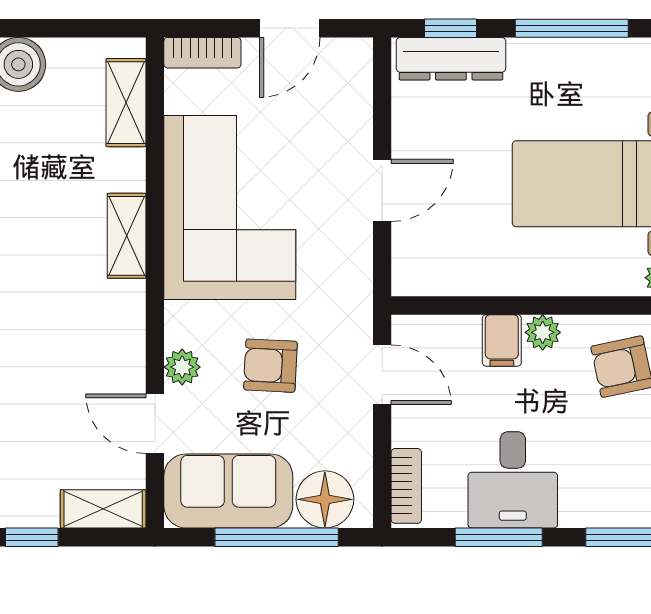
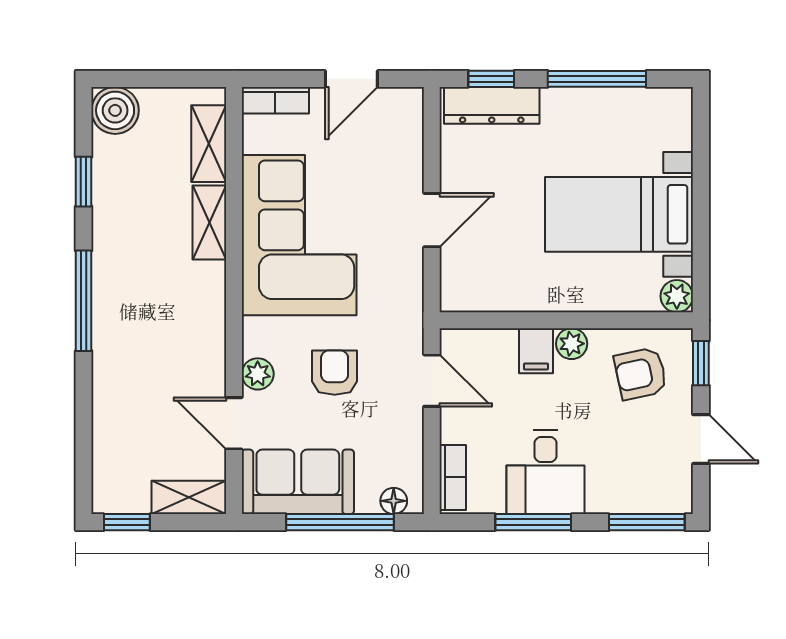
shelving: (127, 236) -> (209, 222), moved
armchair: (270, 366) -> (335, 373), turned 87
floor lamp: (325, 499) -> (394, 501), width x0.53, depth x0.53

